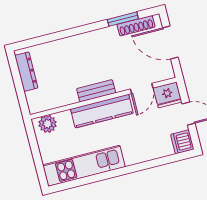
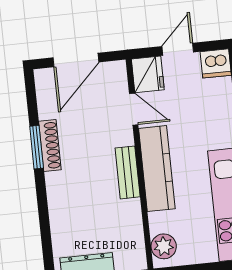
window: (123, 19) -> (37, 147), moved
shoe rack: (136, 26) -> (50, 145), moved

